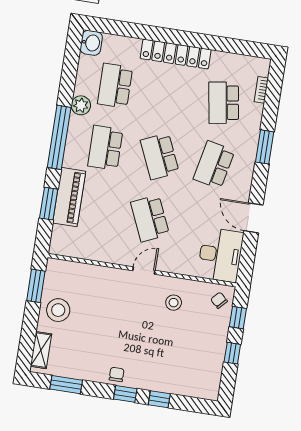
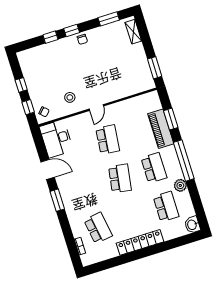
window: (265, 147) -> (57, 200), moved
school desk: (160, 156) -> (120, 178), turned 33
school desk: (214, 165) -> (86, 189), removed
school desk: (150, 218) -> (108, 140), turned 30
stool: (58, 310) -> (135, 60), removed

